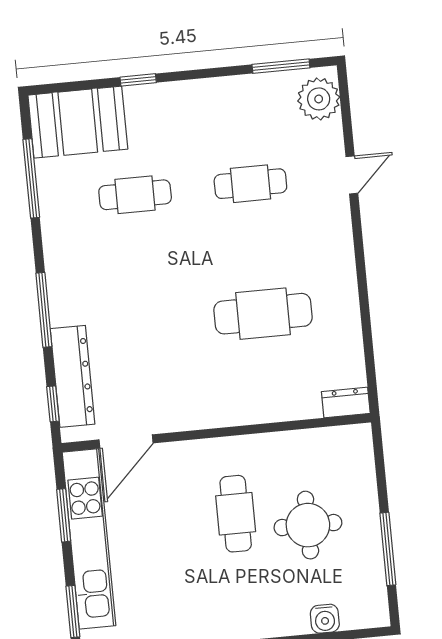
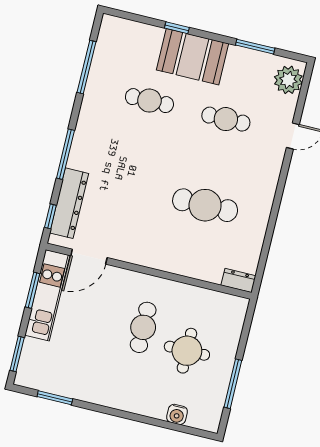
window: (281, 66) -> (255, 47), moved
booth: (78, 122) -> (193, 57), moved
kitchen unit: (89, 539) -> (47, 295), width x0.73

